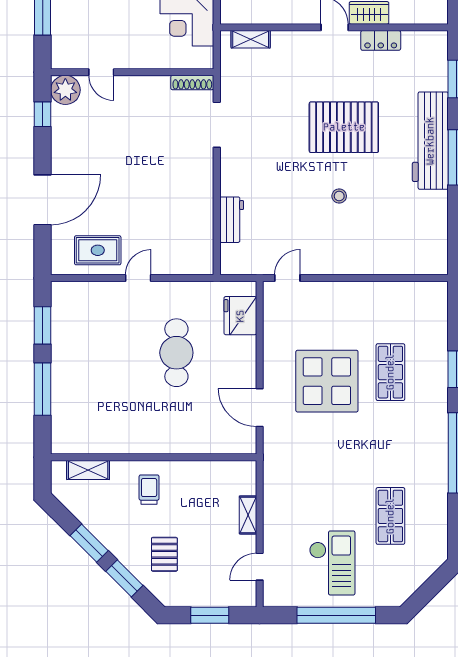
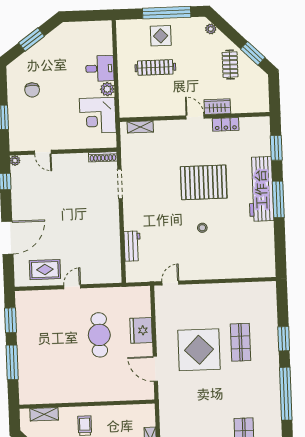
plant: (65, 90) -> (15, 161), width x0.53, depth x0.53
fridge: (240, 316) -> (141, 330), moved

